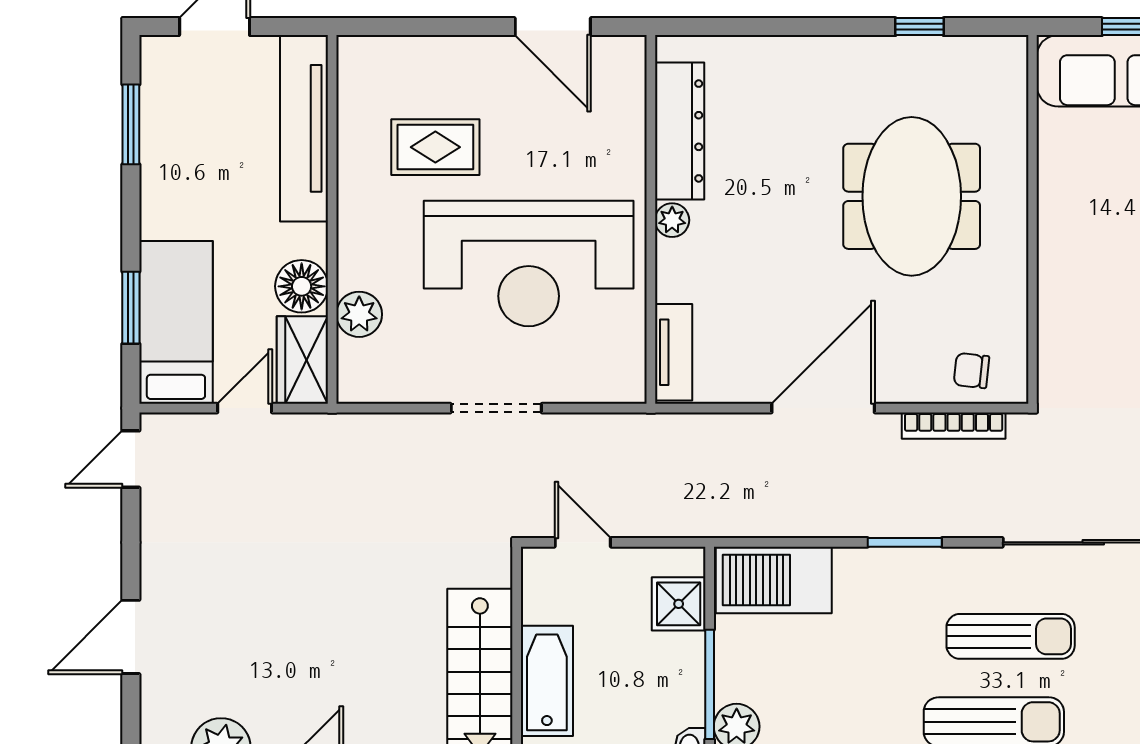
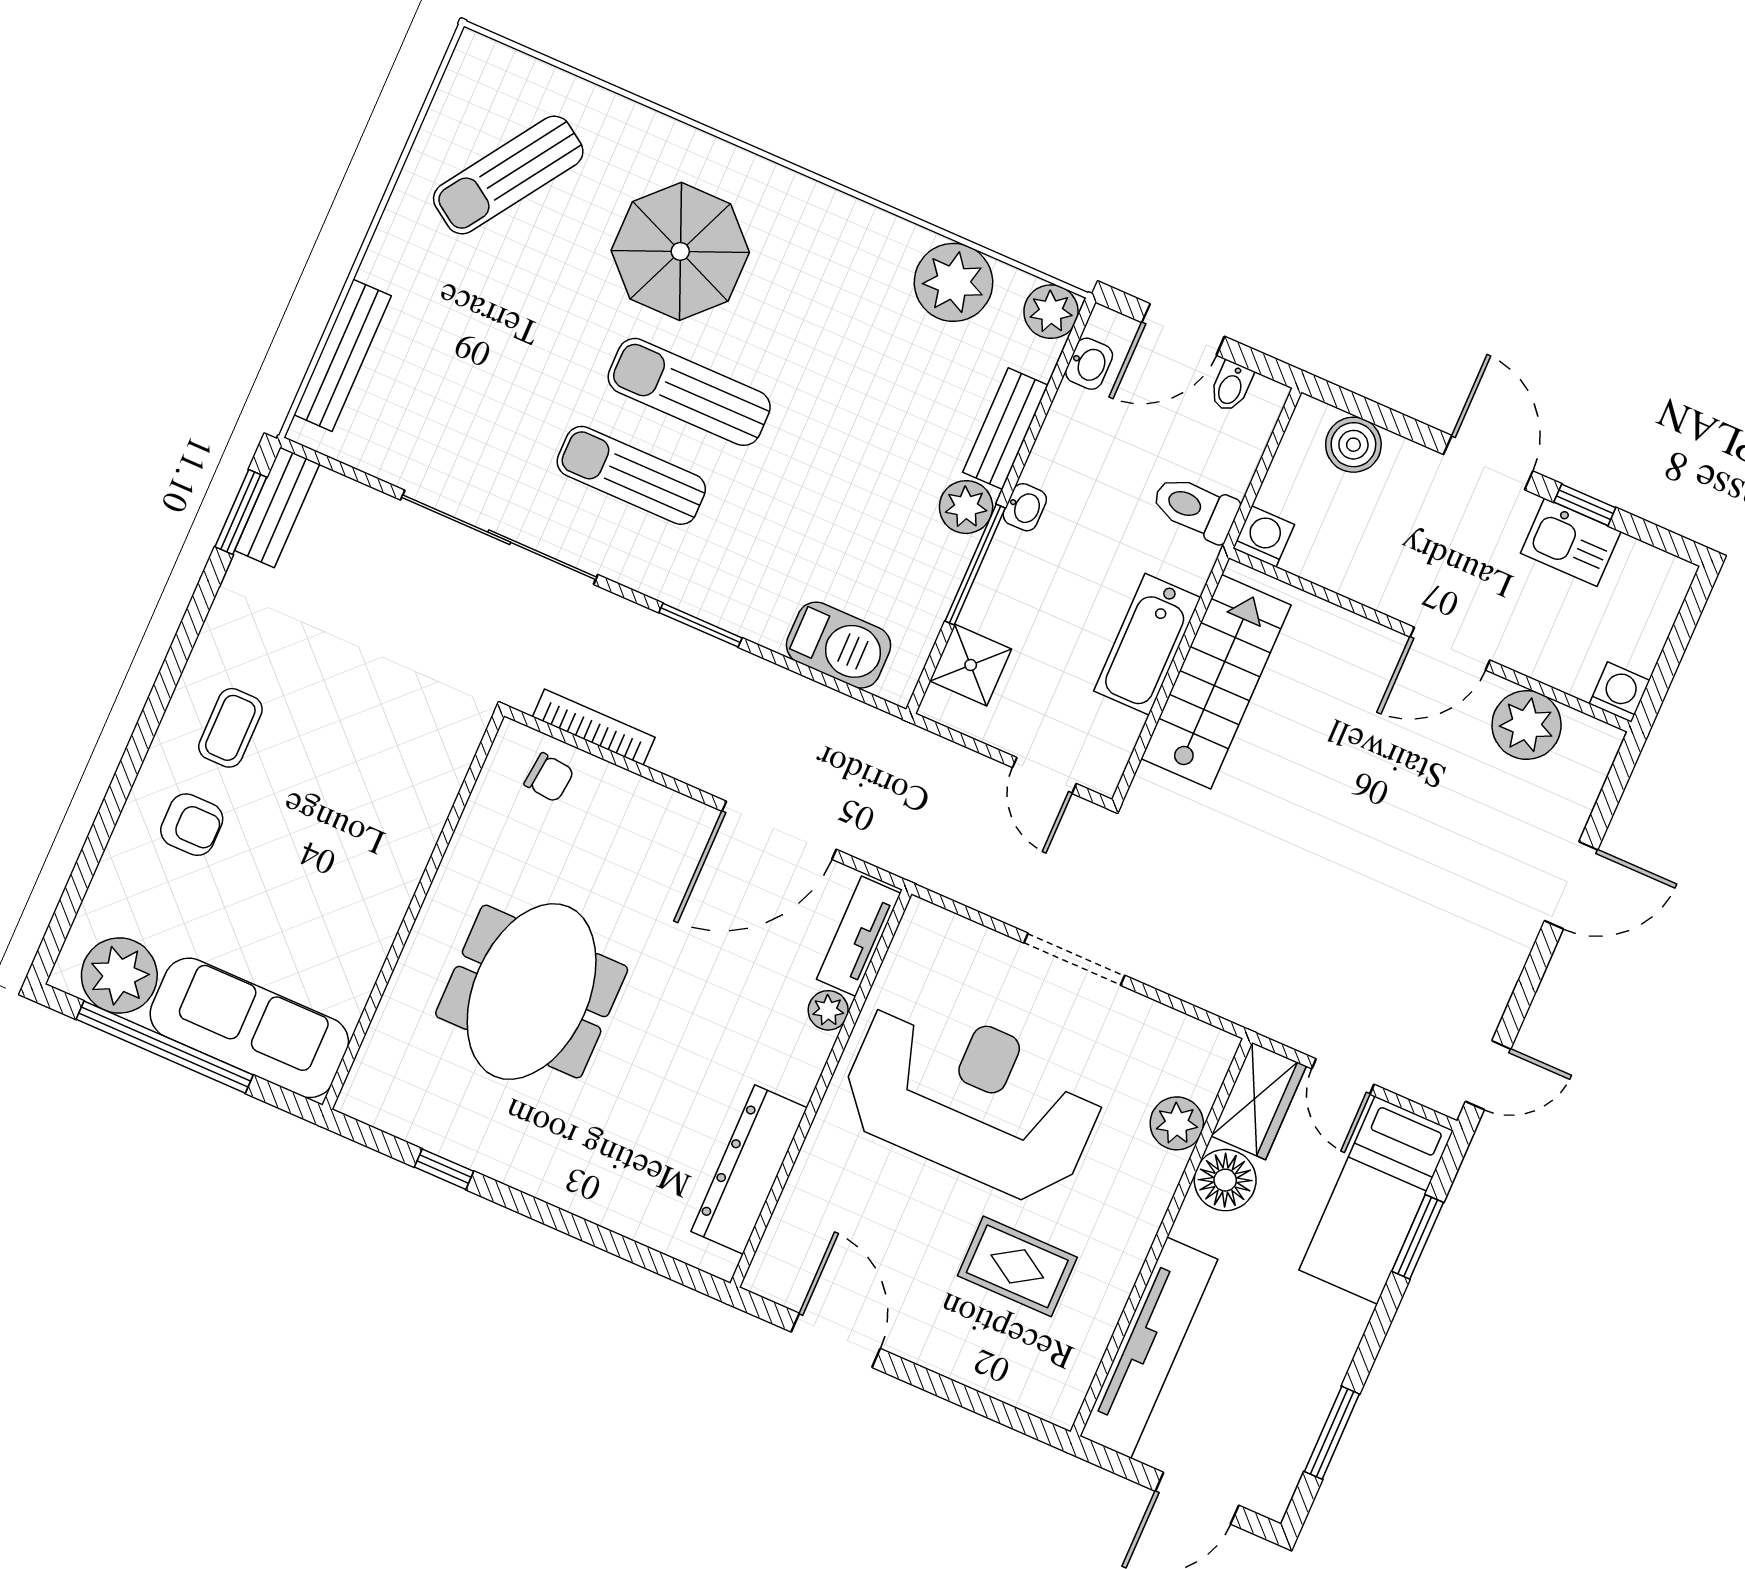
plant: (672, 220) -> (828, 1010), moved
door: (245, 408) -> (1343, 1077), hinge flipped
door: (823, 408) -> (779, 830), moved
barbecue: (774, 580) -> (839, 645), width x0.73, depth x0.83

